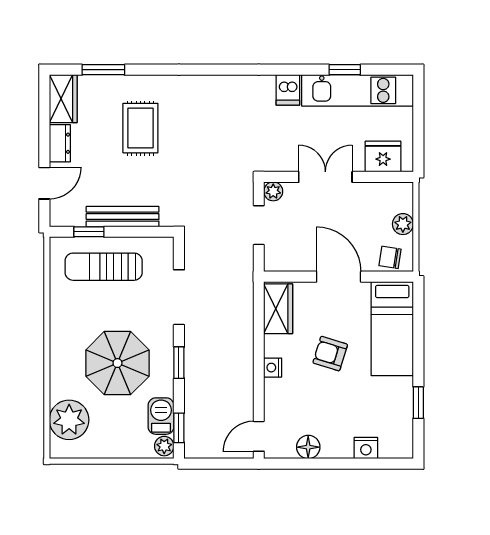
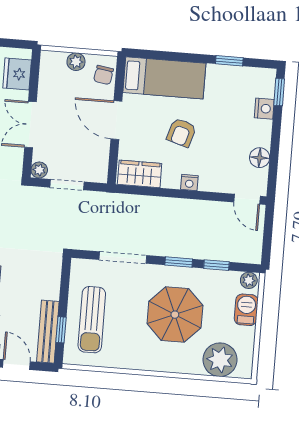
bench: (123, 217) -> (48, 332), moved
door: (339, 277) -> (116, 120), hinge flipped
barbecue: (161, 416) -> (246, 310), moved, turned 90
window: (179, 428) -> (216, 265), moved
window: (386, 464) -> (279, 92), added

